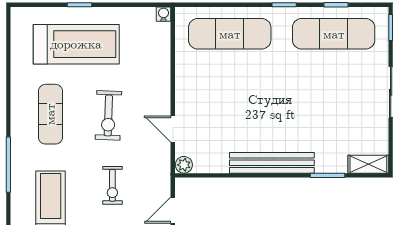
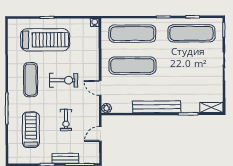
exercise mat: (230, 90) -> (132, 66), added
exercise bike: (108, 115) -> (64, 80), turned -92

